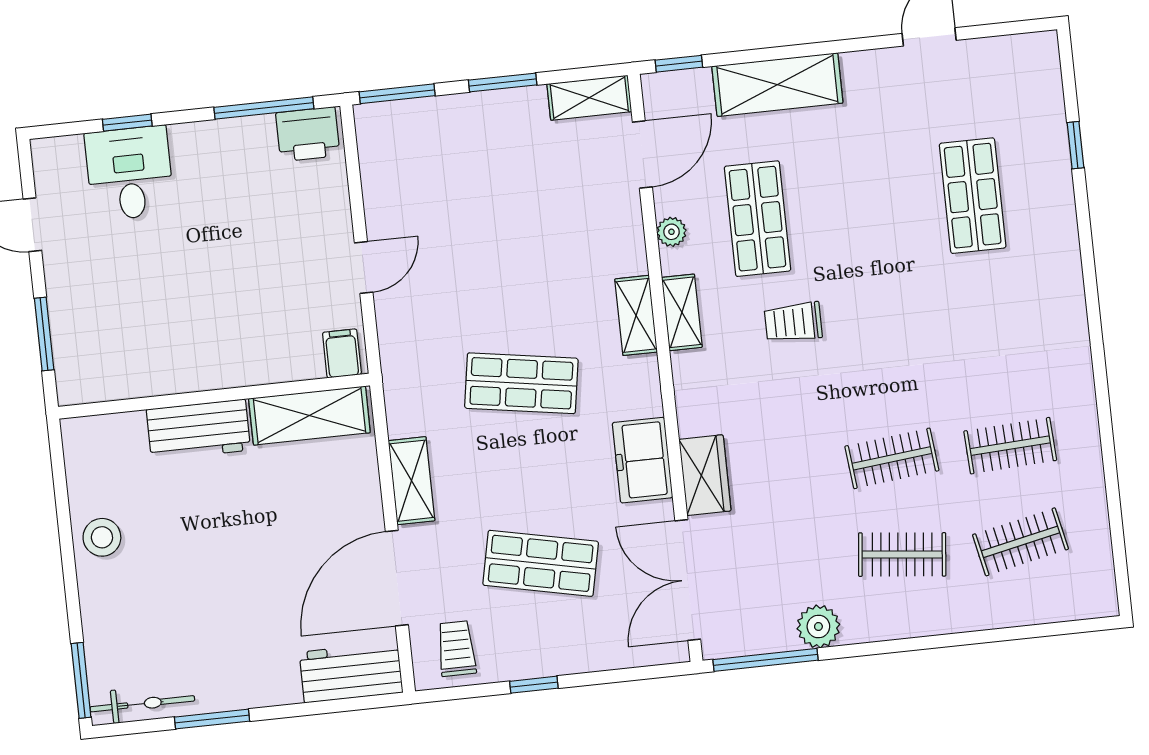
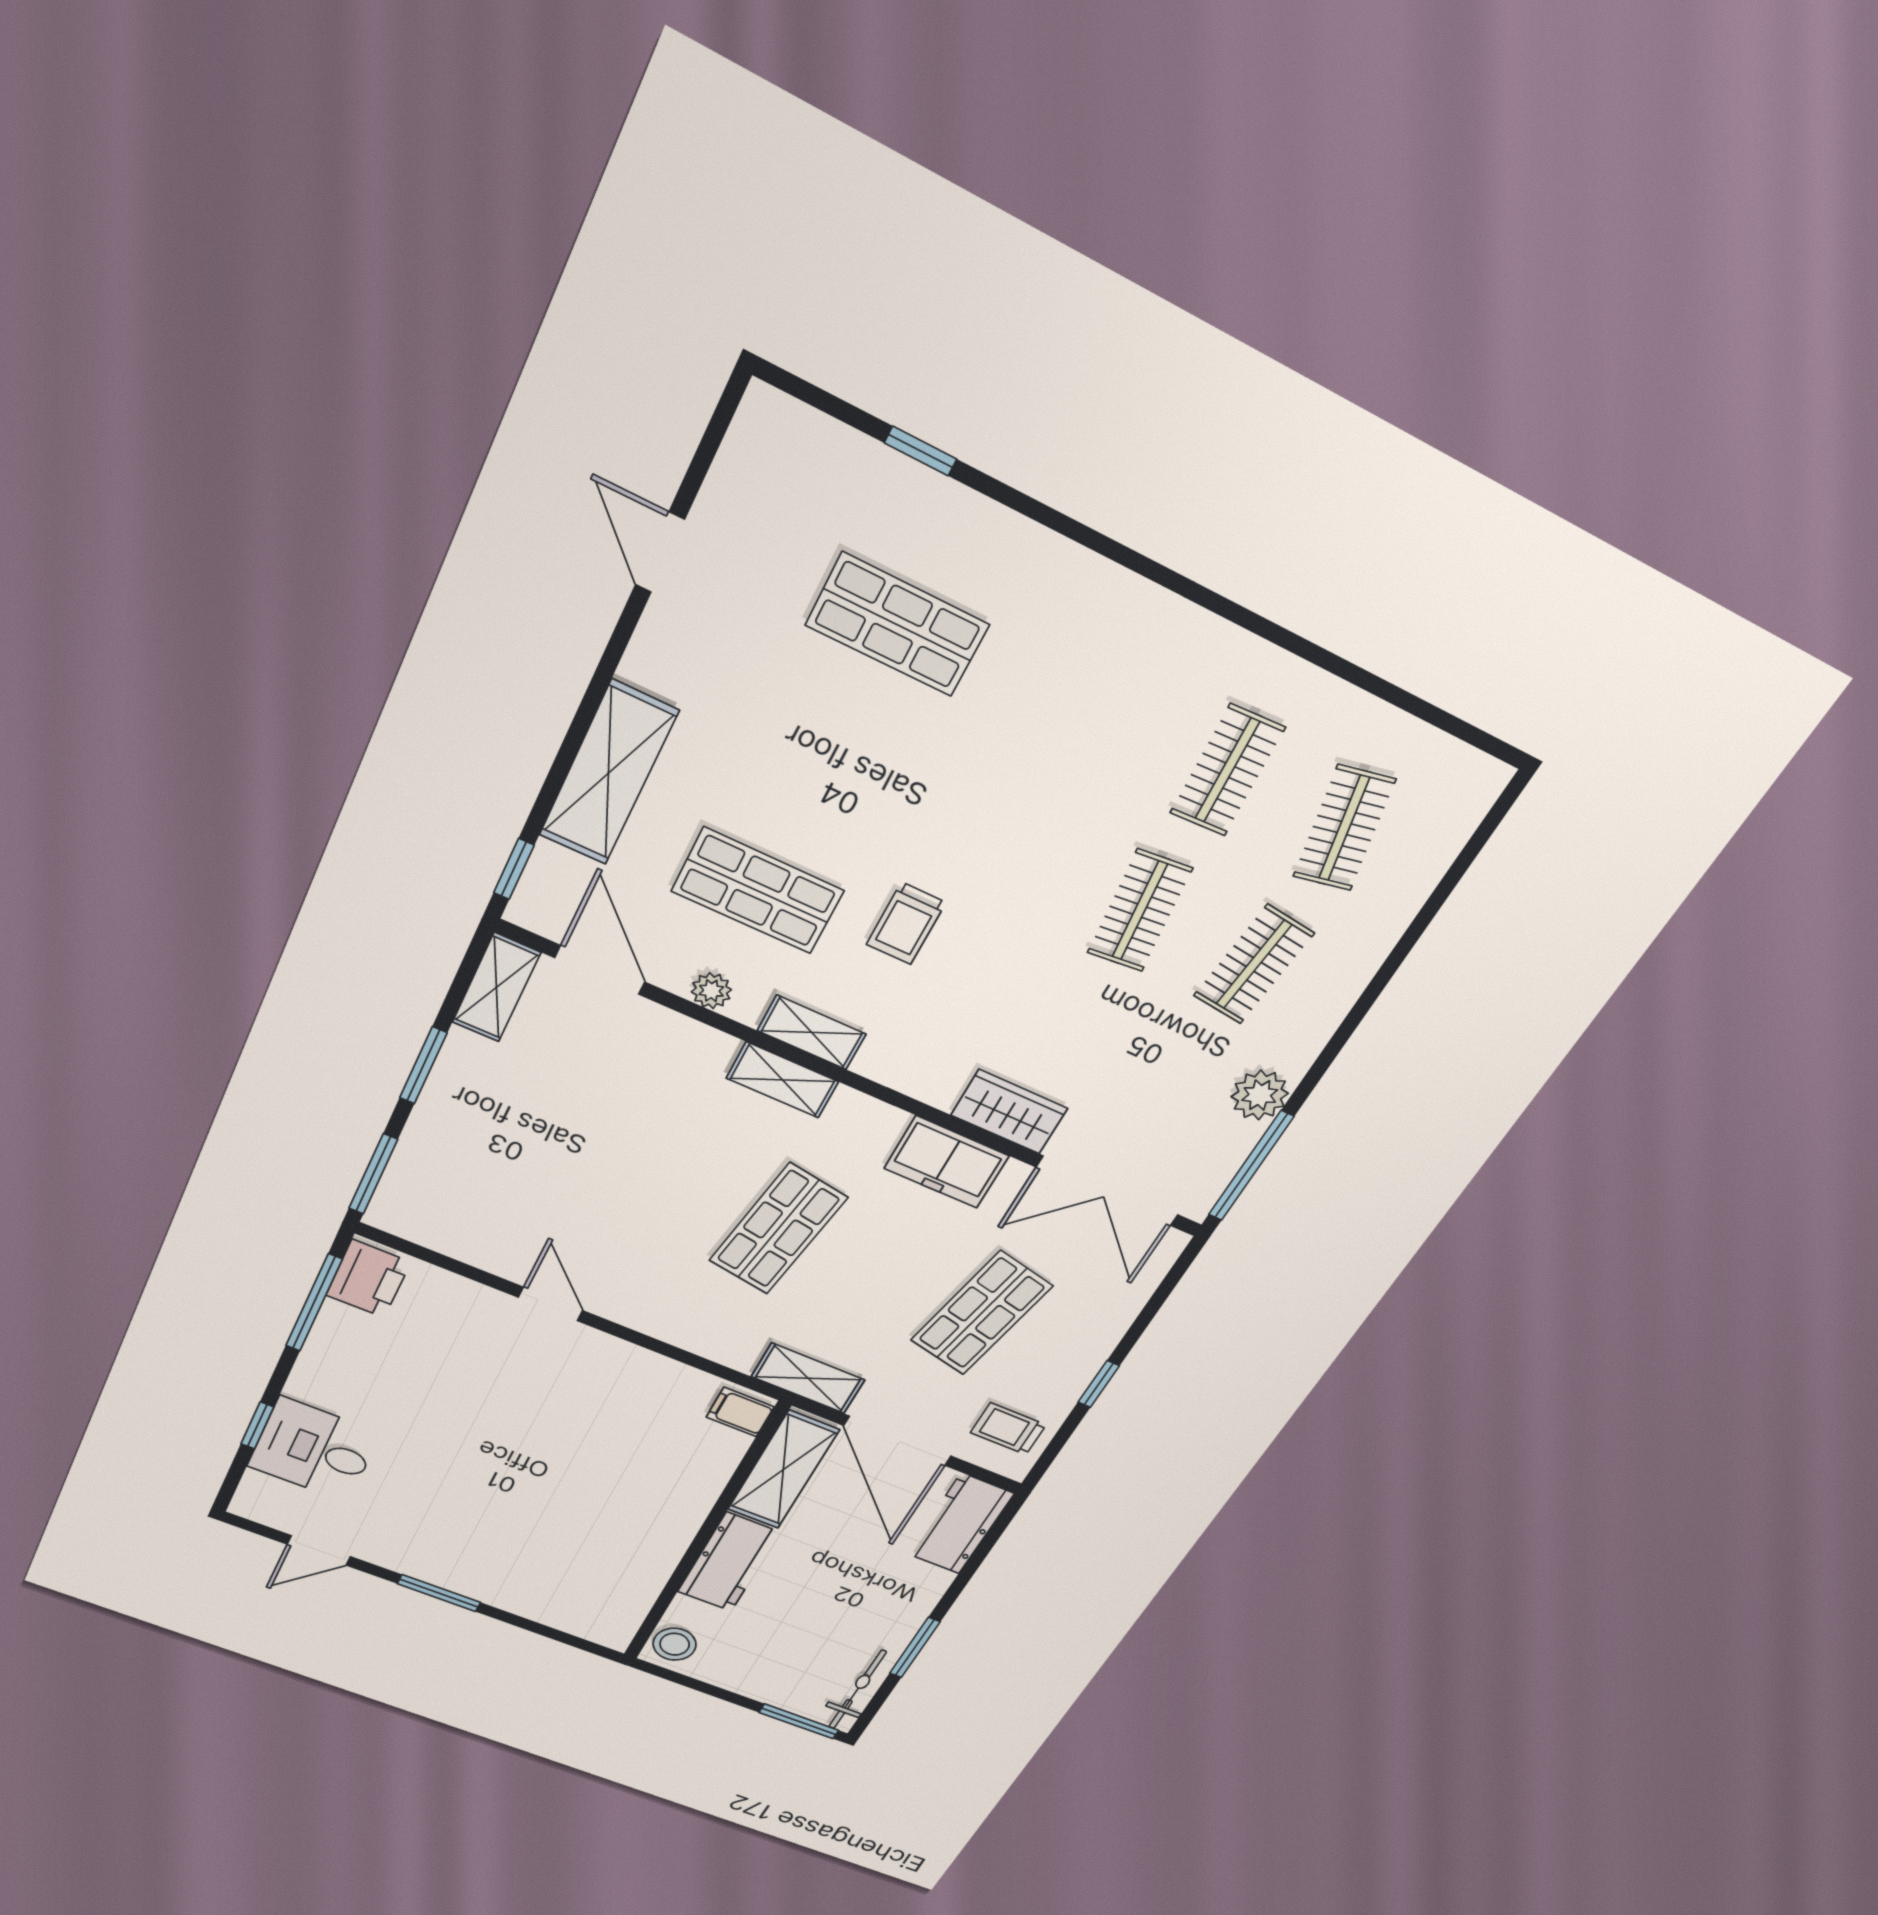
filing cabinet: (342, 353) -> (740, 1412), moved
wall: (214, 396) -> (705, 1534), moved
shelving: (309, 416) -> (783, 1470), moved
workbench: (198, 430) -> (729, 1562), moved

